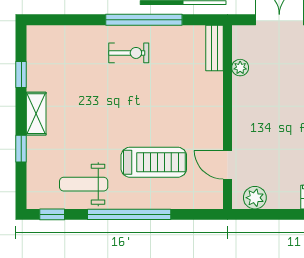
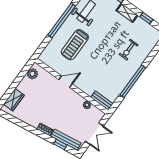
exercise bike: (129, 53) -> (129, 50), moved
door: (228, 165) -> (66, 82), moved

